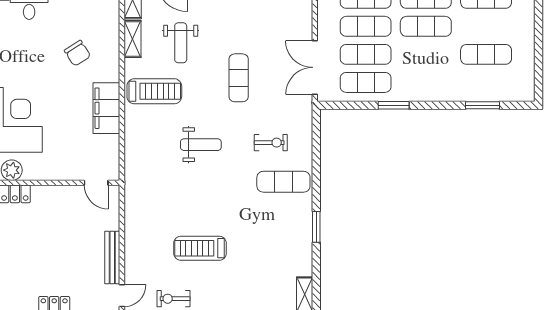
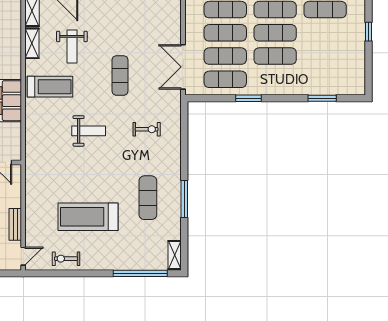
window: (538, 25) -> (369, 32), added
exercise mat: (486, 54) -> (275, 56), moved
exercise mat: (283, 182) -> (148, 198), moved, turned 90
window: (316, 227) -> (184, 199), width x1.44
treadmill: (200, 248) -> (88, 217), width x1.37, depth x1.38
bench: (112, 257) -> (15, 224), width x0.73

